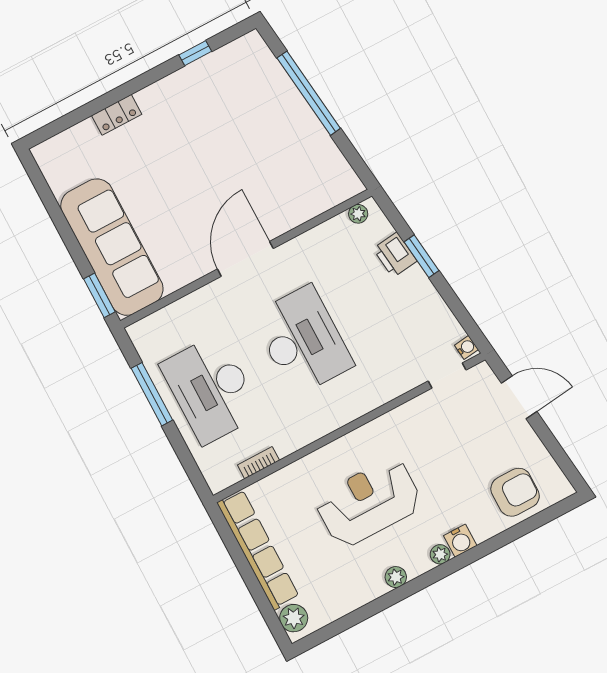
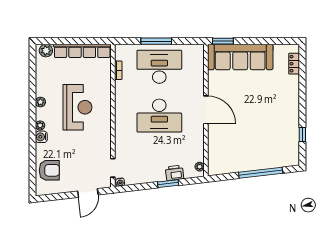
locker: (117, 115) -> (294, 64), moved
window: (152, 394) -> (156, 41), moved
armchair: (515, 492) -> (49, 170), turned -90

